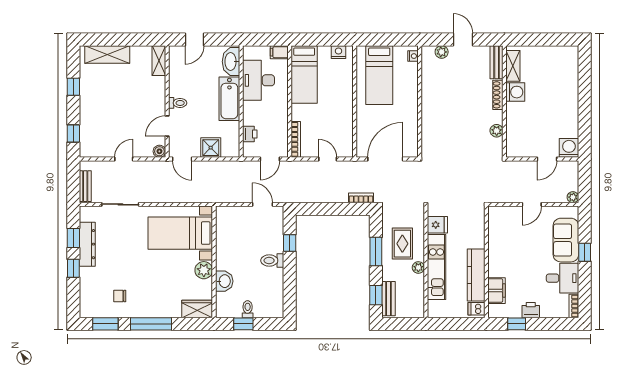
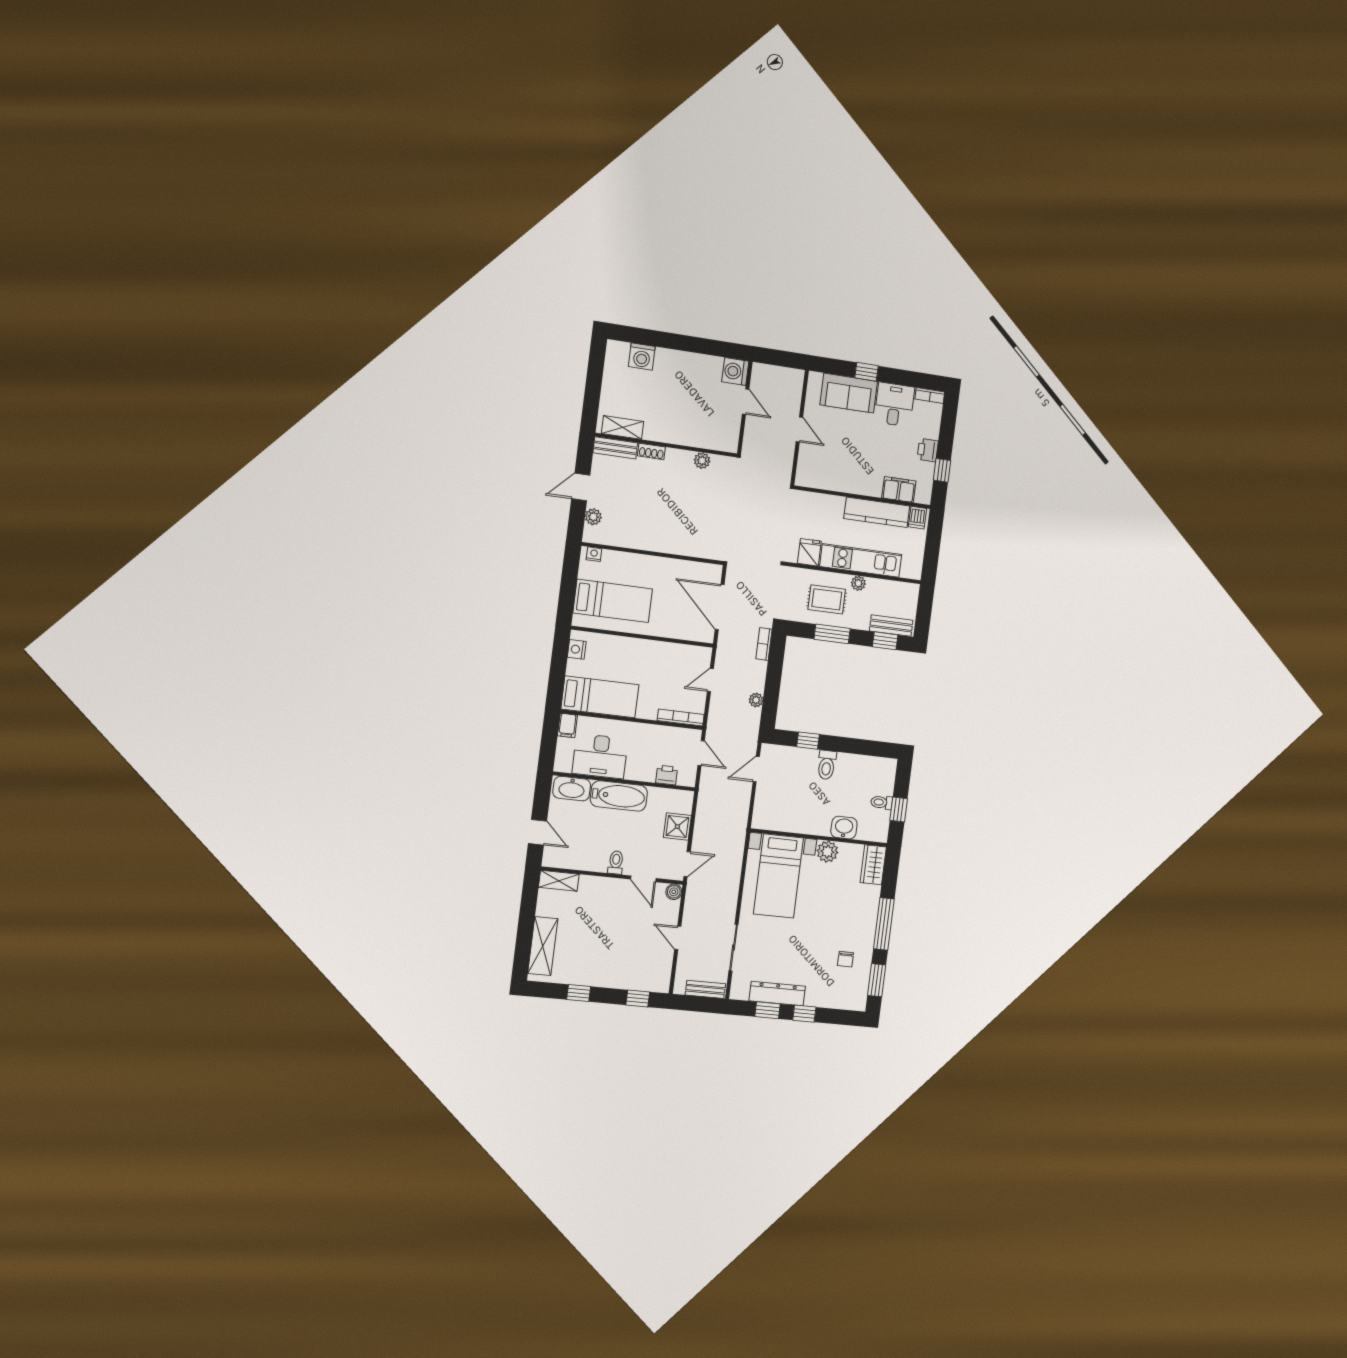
washing machine: (515, 92) -> (642, 357), moved, turned 180
shoe rack: (498, 95) -> (651, 451), width x0.70
plant: (573, 197) -> (756, 700), moved

